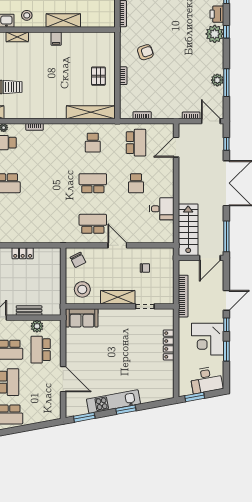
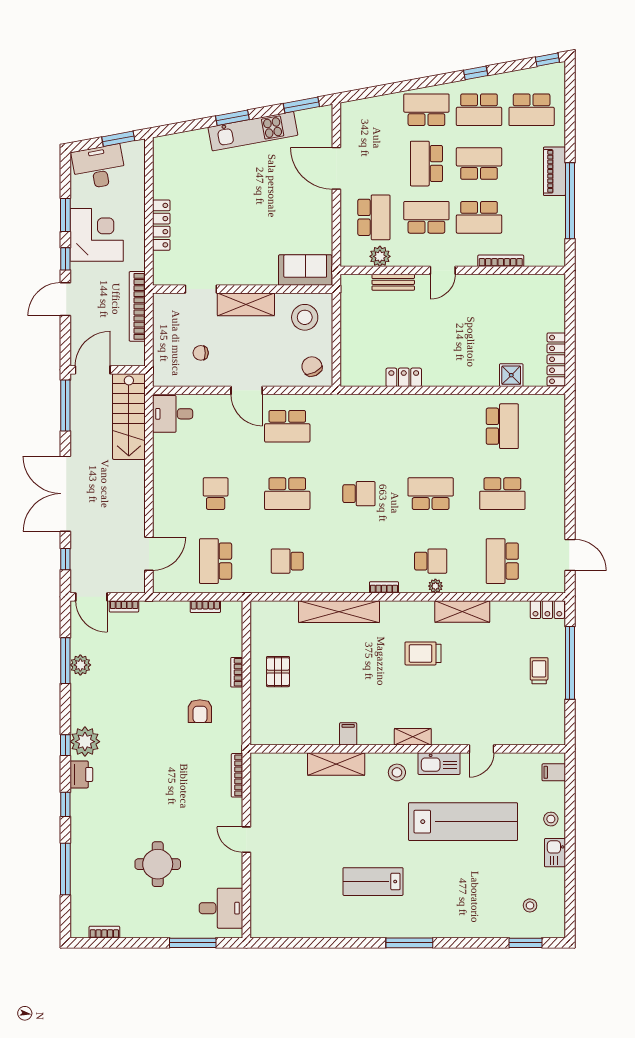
armchair: (145, 52) -> (200, 711), turned -71
shelving: (91, 112) -> (339, 612), moved
school desk: (93, 143) -> (287, 561), turned -90
school desk: (50, 183) -> (359, 494), added
desk: (162, 209) -> (173, 414), moved

